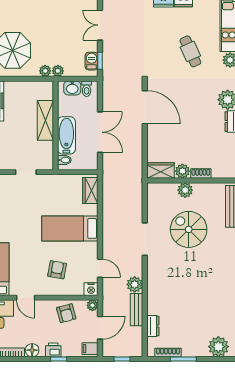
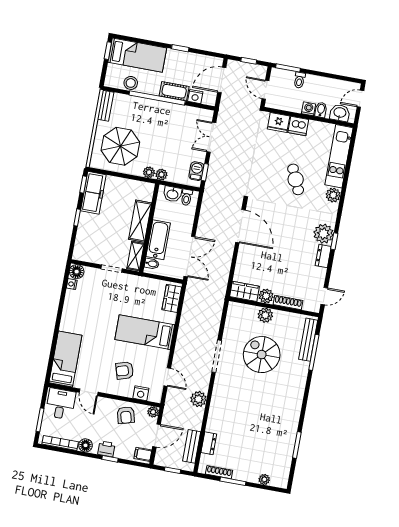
double door: (100, 132) -> (189, 256), moved
shelving: (47, 155) -> (136, 256), added
shoe rack: (201, 174) -> (288, 302), width x1.43
armchair: (57, 270) -> (125, 371), turned -117
nightstand: (91, 289) -> (141, 393), moved
bench: (136, 310) -> (192, 446), moved
plant: (218, 347) -> (264, 479), width x0.53, depth x0.53

